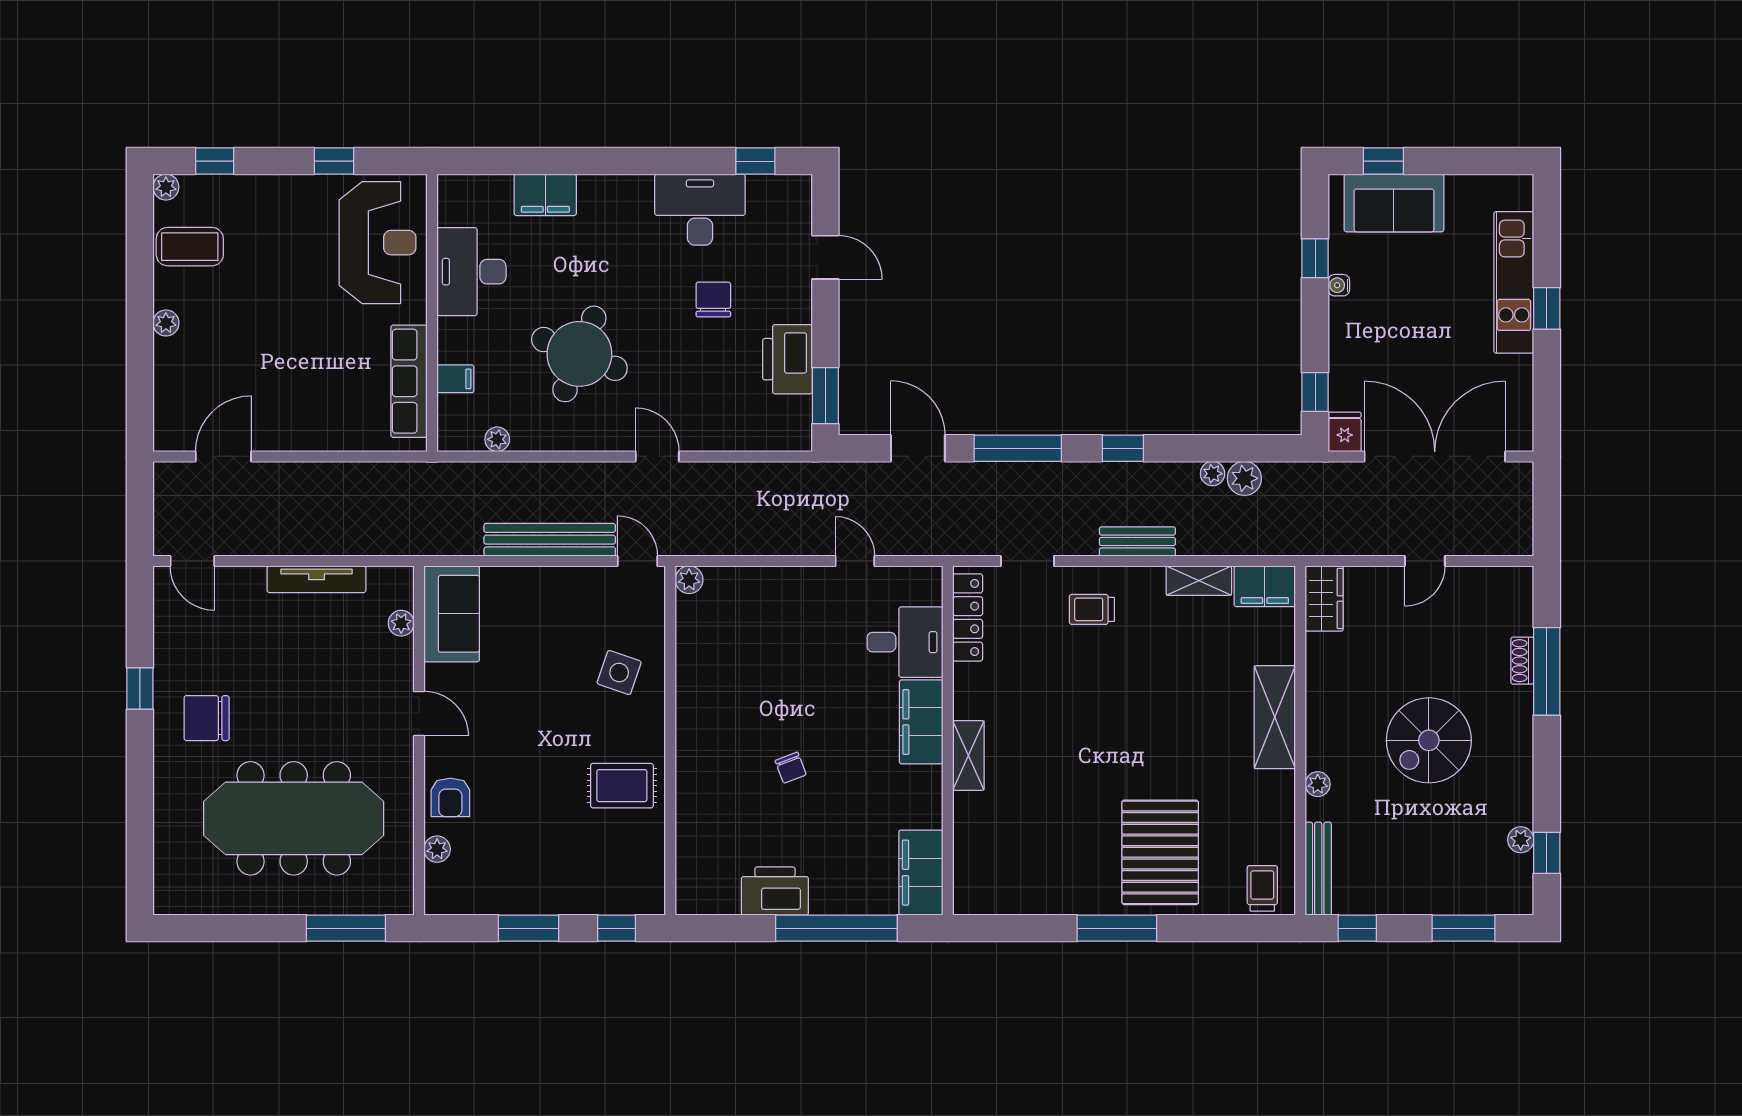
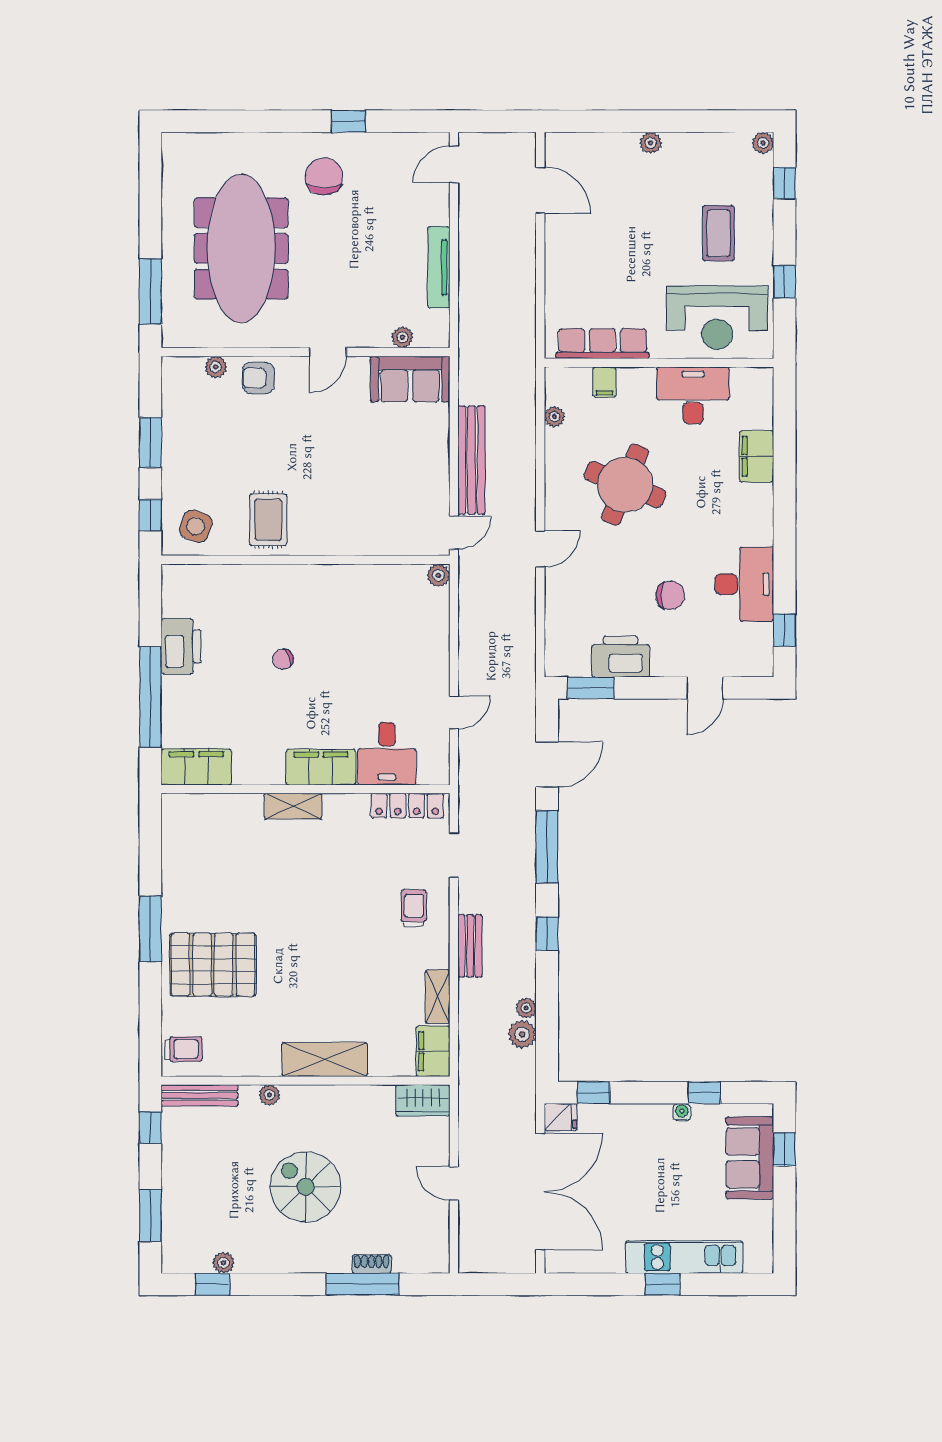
coffee table: (190, 247) -> (718, 233), moved
side table: (619, 672) -> (196, 526), moved

